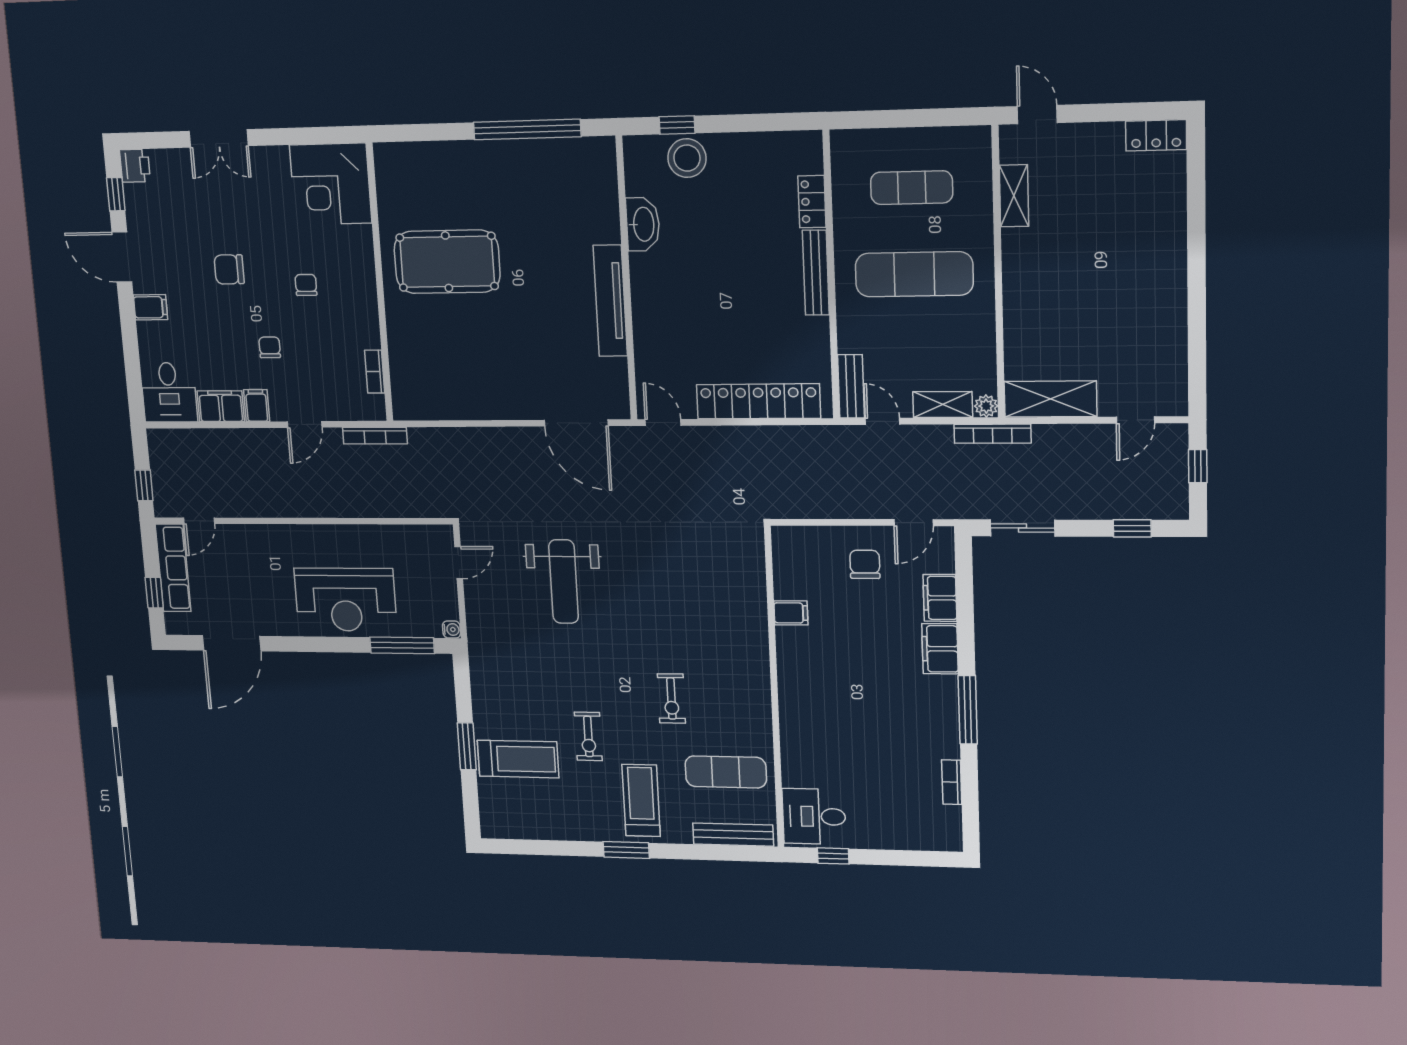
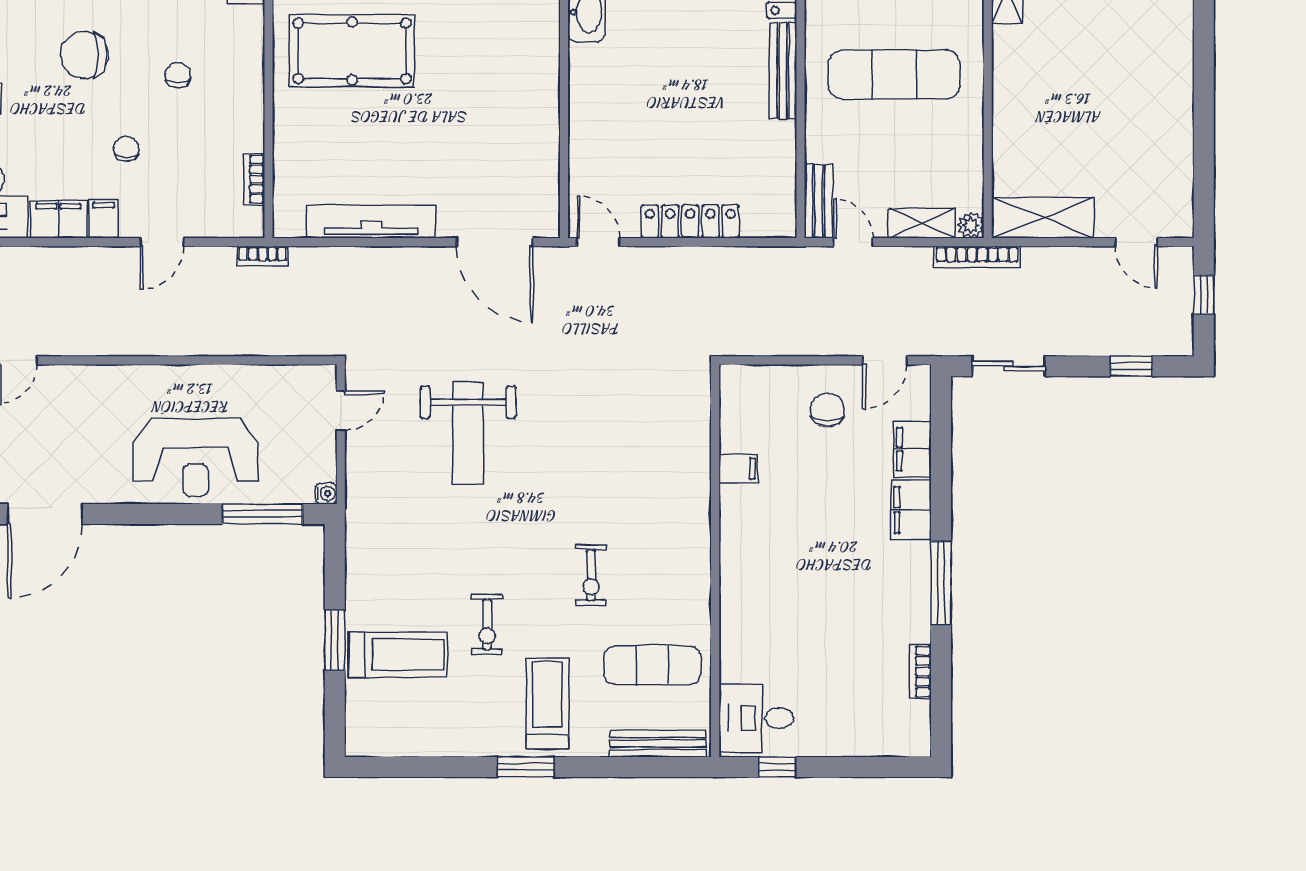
chair: (229, 269) -> (84, 55), width x1.37, depth x1.37
tv unit: (610, 301) -> (371, 222), moved, turned 90
locker: (758, 401) -> (690, 221), width x0.71, depth x0.83
door: (1135, 420) -> (1136, 242), hinge flipped
bookcase: (375, 436) -> (263, 256), width x0.64

